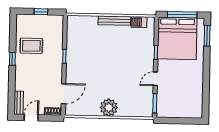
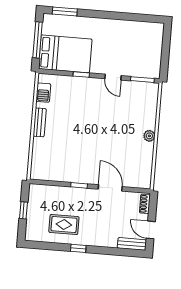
bench: (114, 21) -> (40, 122), width x0.73
bed: (177, 38) -> (65, 54), width x0.73
rug: (31, 46) -> (64, 225), turned 90
door: (64, 94) -> (110, 188), moved
plant: (109, 108) -> (149, 136), width x0.53, depth x0.53

